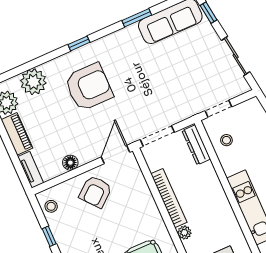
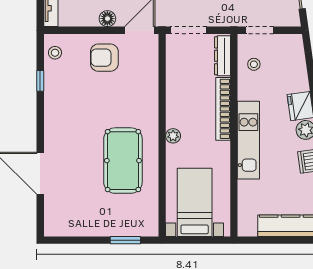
floor lamp: (70, 163) -> (107, 19), moved
armchair: (95, 192) -> (104, 58), turned 40
bookcase: (169, 198) -> (223, 109), moved, turned 180

